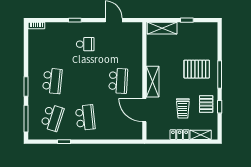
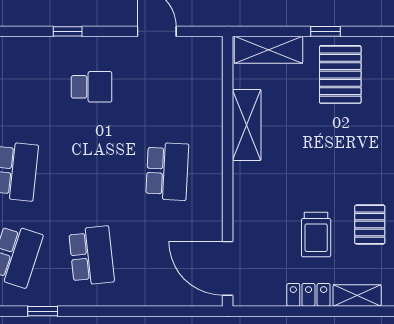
pallet: (197, 69) -> (340, 75), moved, turned 90
shelving: (153, 82) -> (247, 125), moved
door: (144, 110) -> (228, 268), moved

